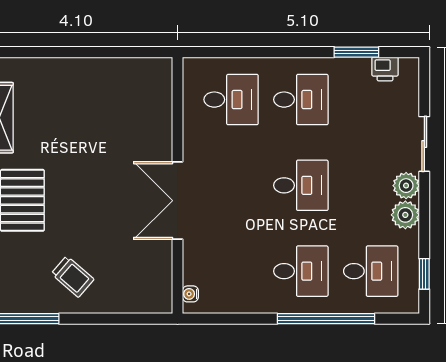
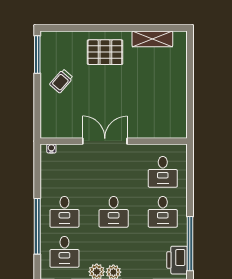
window: (356, 52) -> (190, 244), width x2.11
printer: (385, 69) -> (177, 260), width x1.87, depth x1.48

